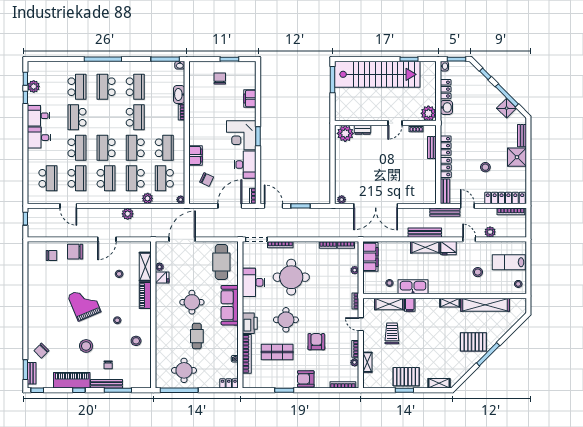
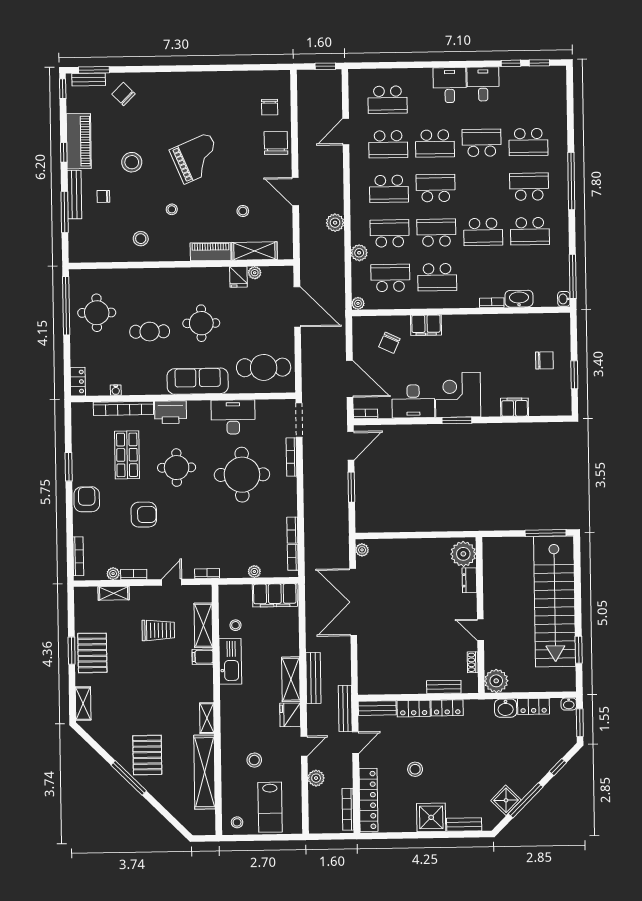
plant: (34, 86) -> (528, 76), removed
lab bench: (509, 262) -> (270, 807), turned 180

